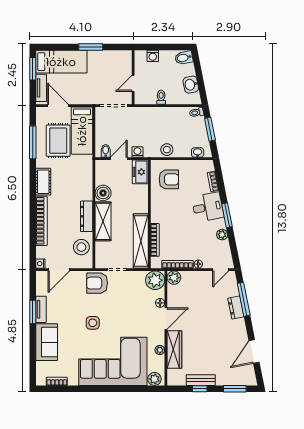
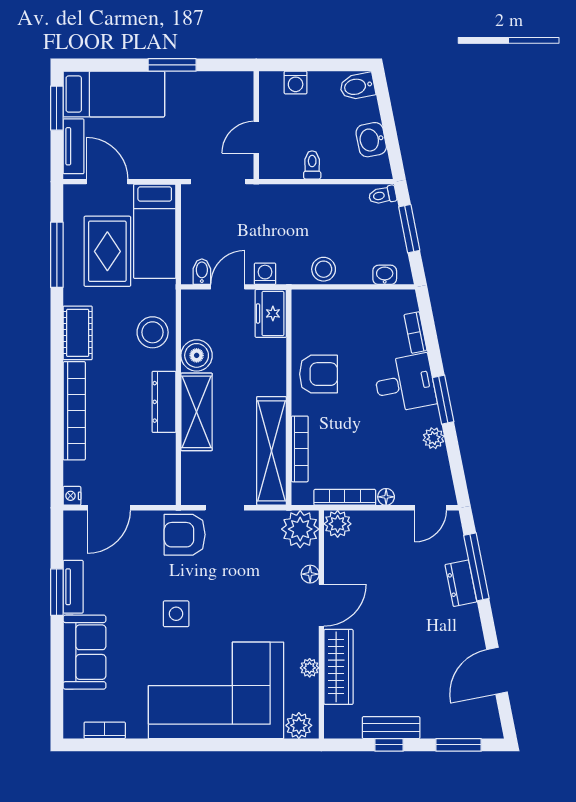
armchair: (169, 179) -> (318, 374), moved
stool: (81, 247) -> (153, 332), moved

